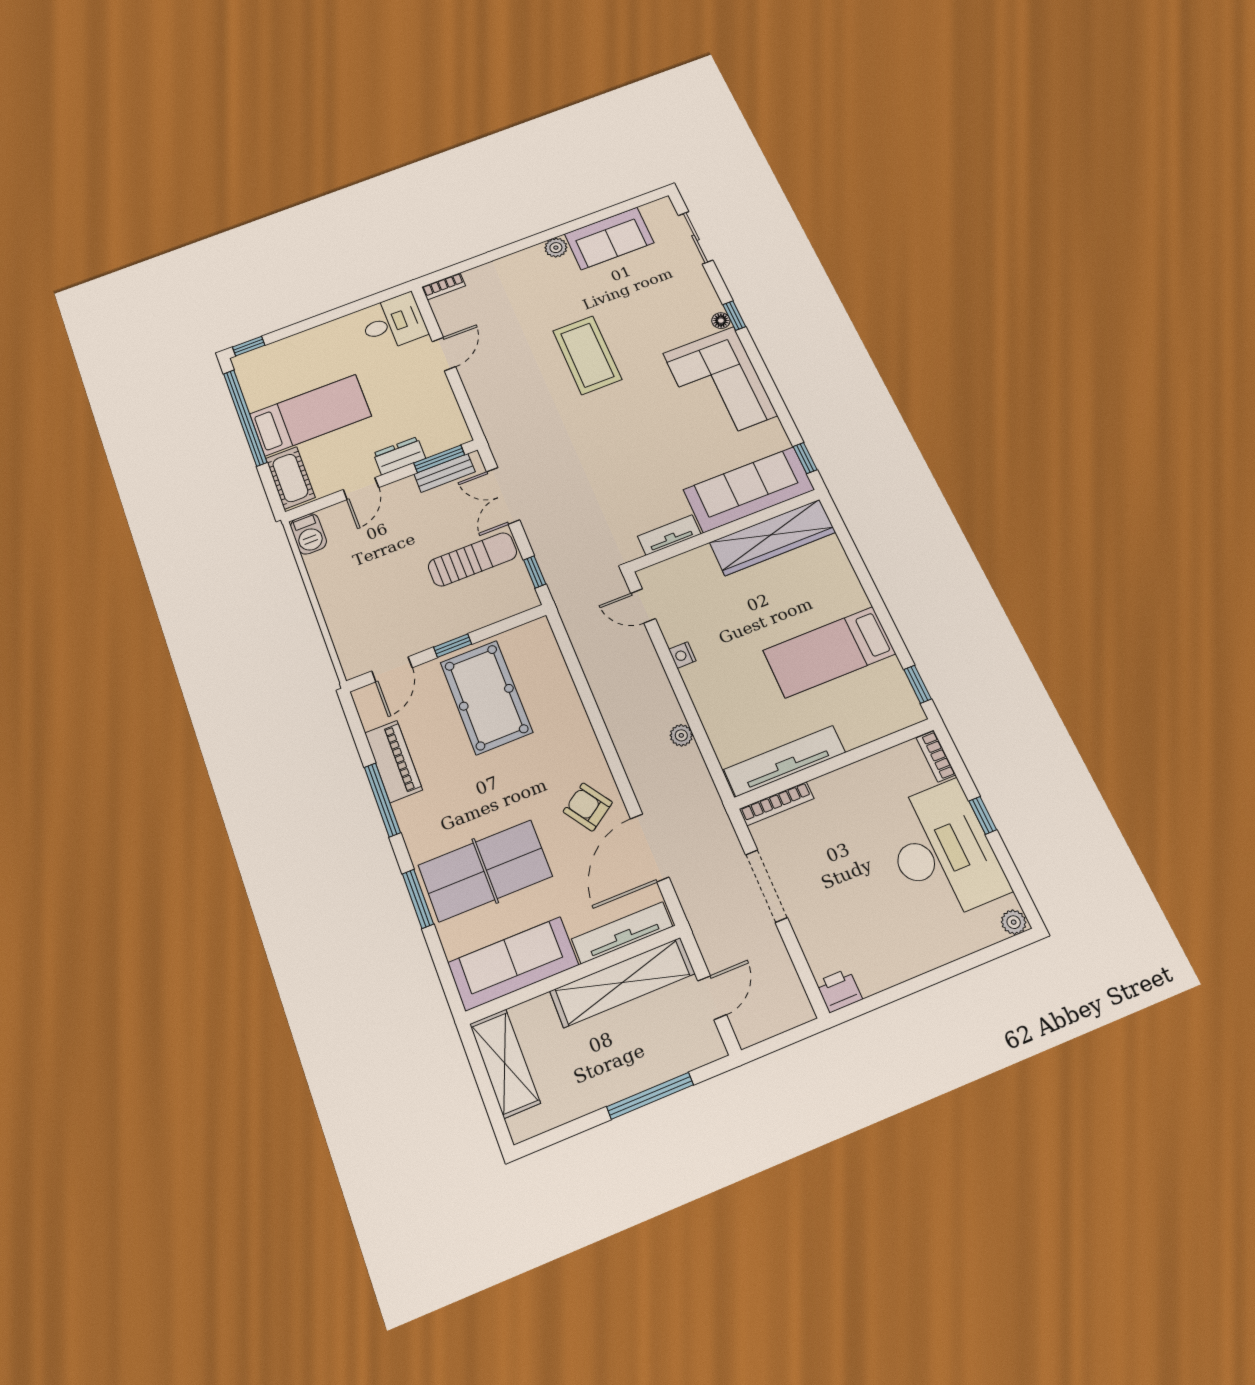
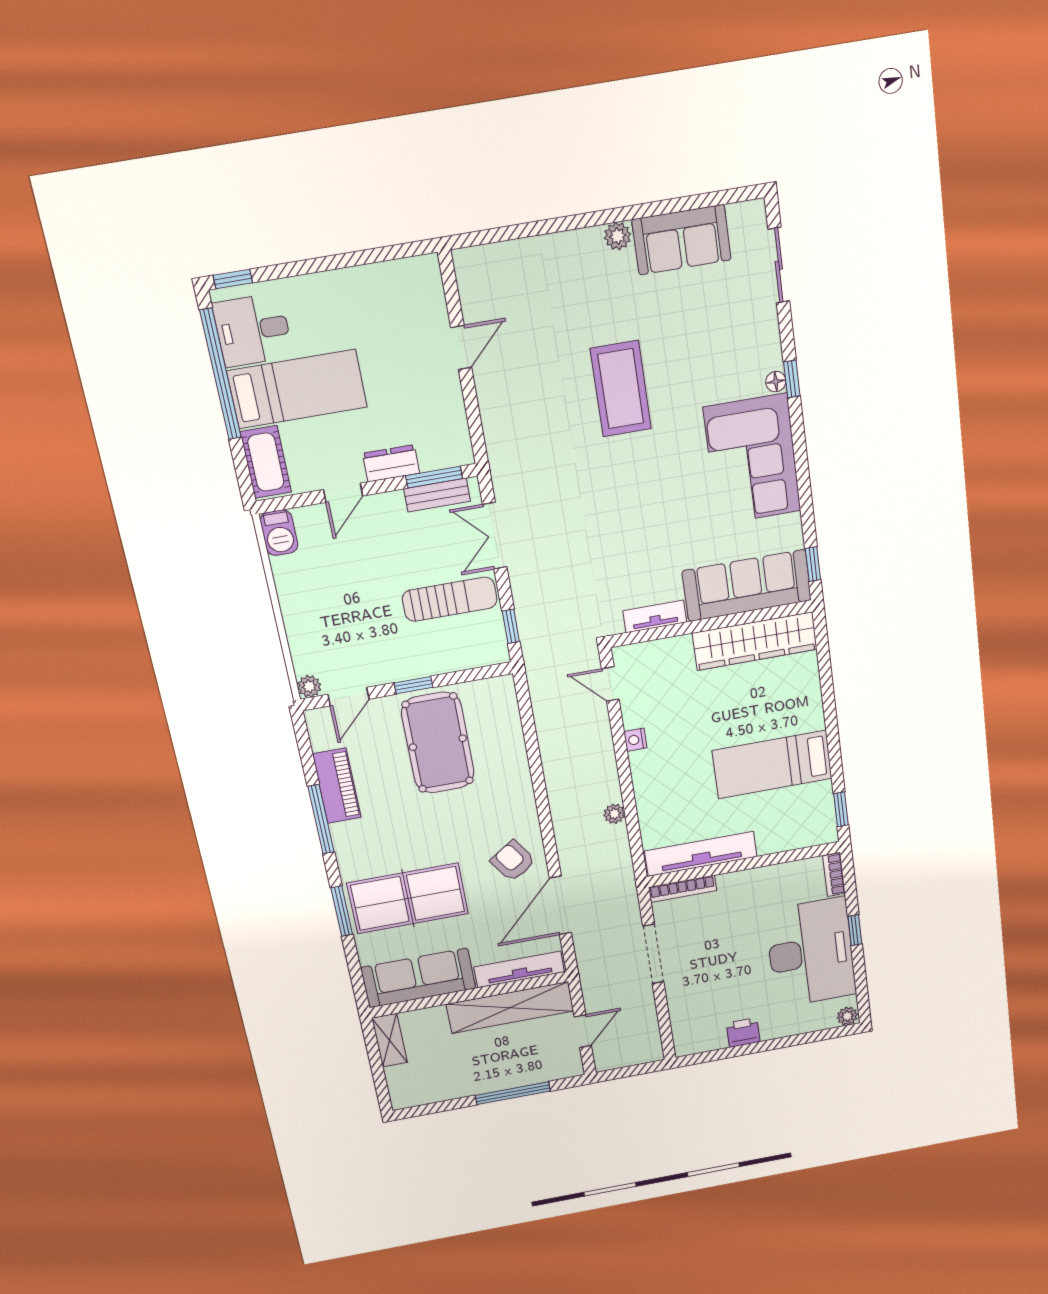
bookcase: (444, 286) -> (476, 256), removed
desk: (393, 322) -> (253, 330), moved, turned 180
plant: (353, 667) -> (309, 686), added
printer: (839, 990) -> (743, 1033), moved
shelving: (505, 1063) -> (390, 1040), width x0.67, depth x0.75

